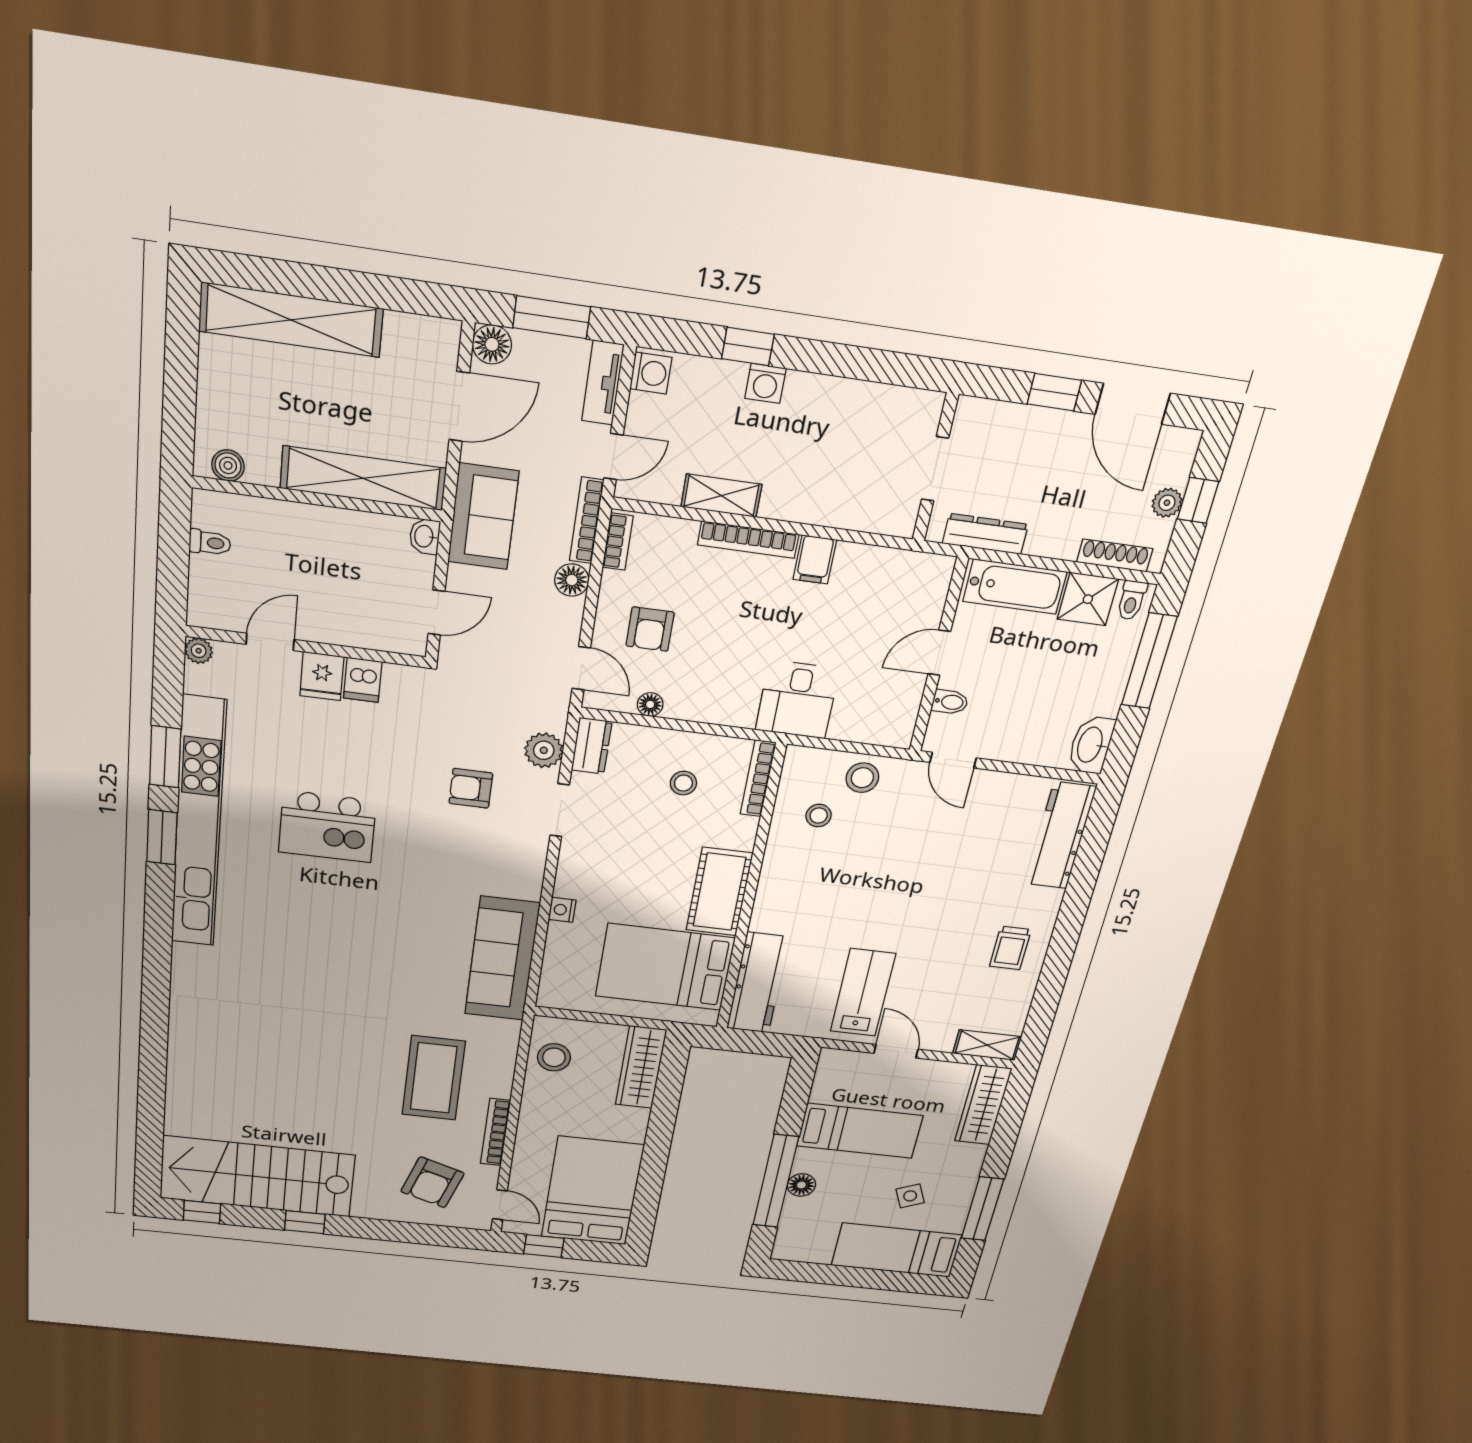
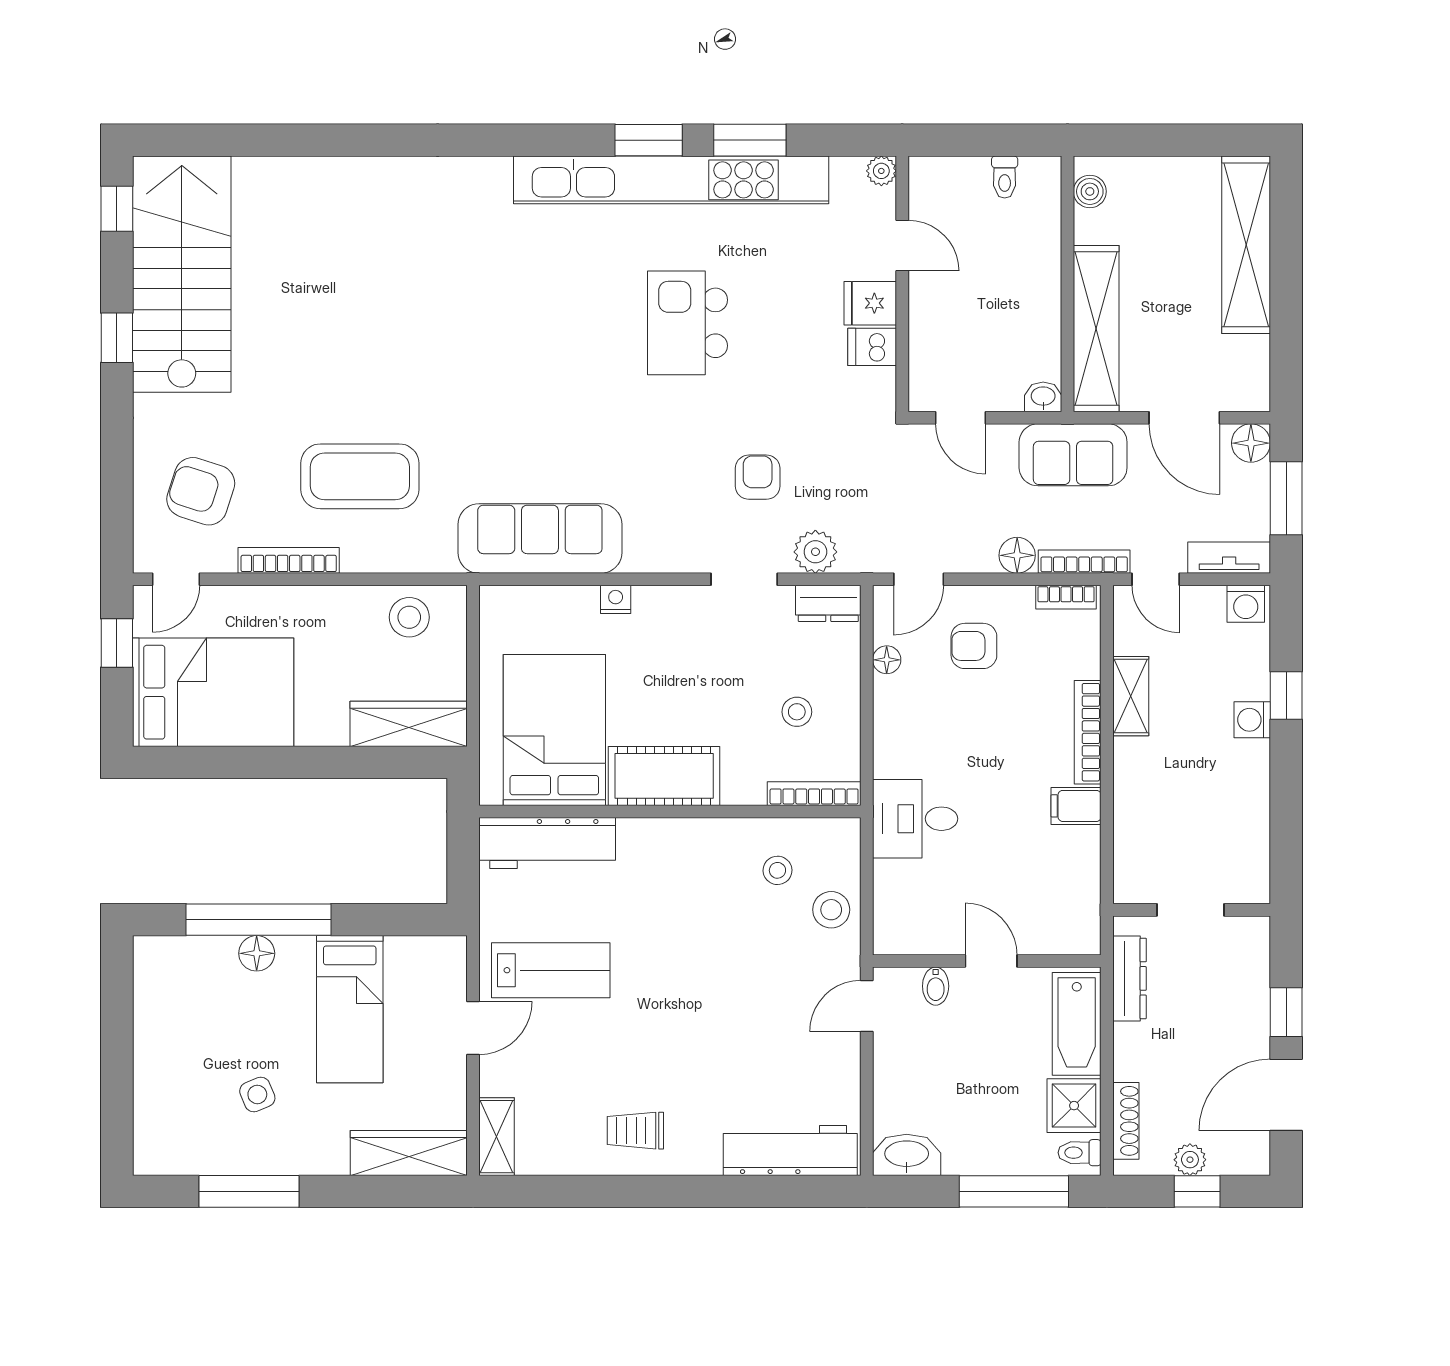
bed: (896, 1250) -> (168, 1096), removed

